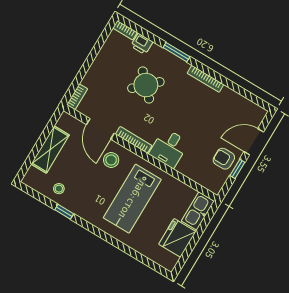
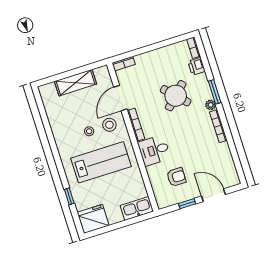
plant: (183, 66) -> (211, 105), added
armchair: (224, 159) -> (176, 177), moved, turned 90
stool: (59, 189) -> (89, 131), moved
lab bench: (132, 199) -> (101, 162), turned 180
window: (64, 212) -> (69, 196), moved
fridge: (177, 238) -> (93, 219), moved

